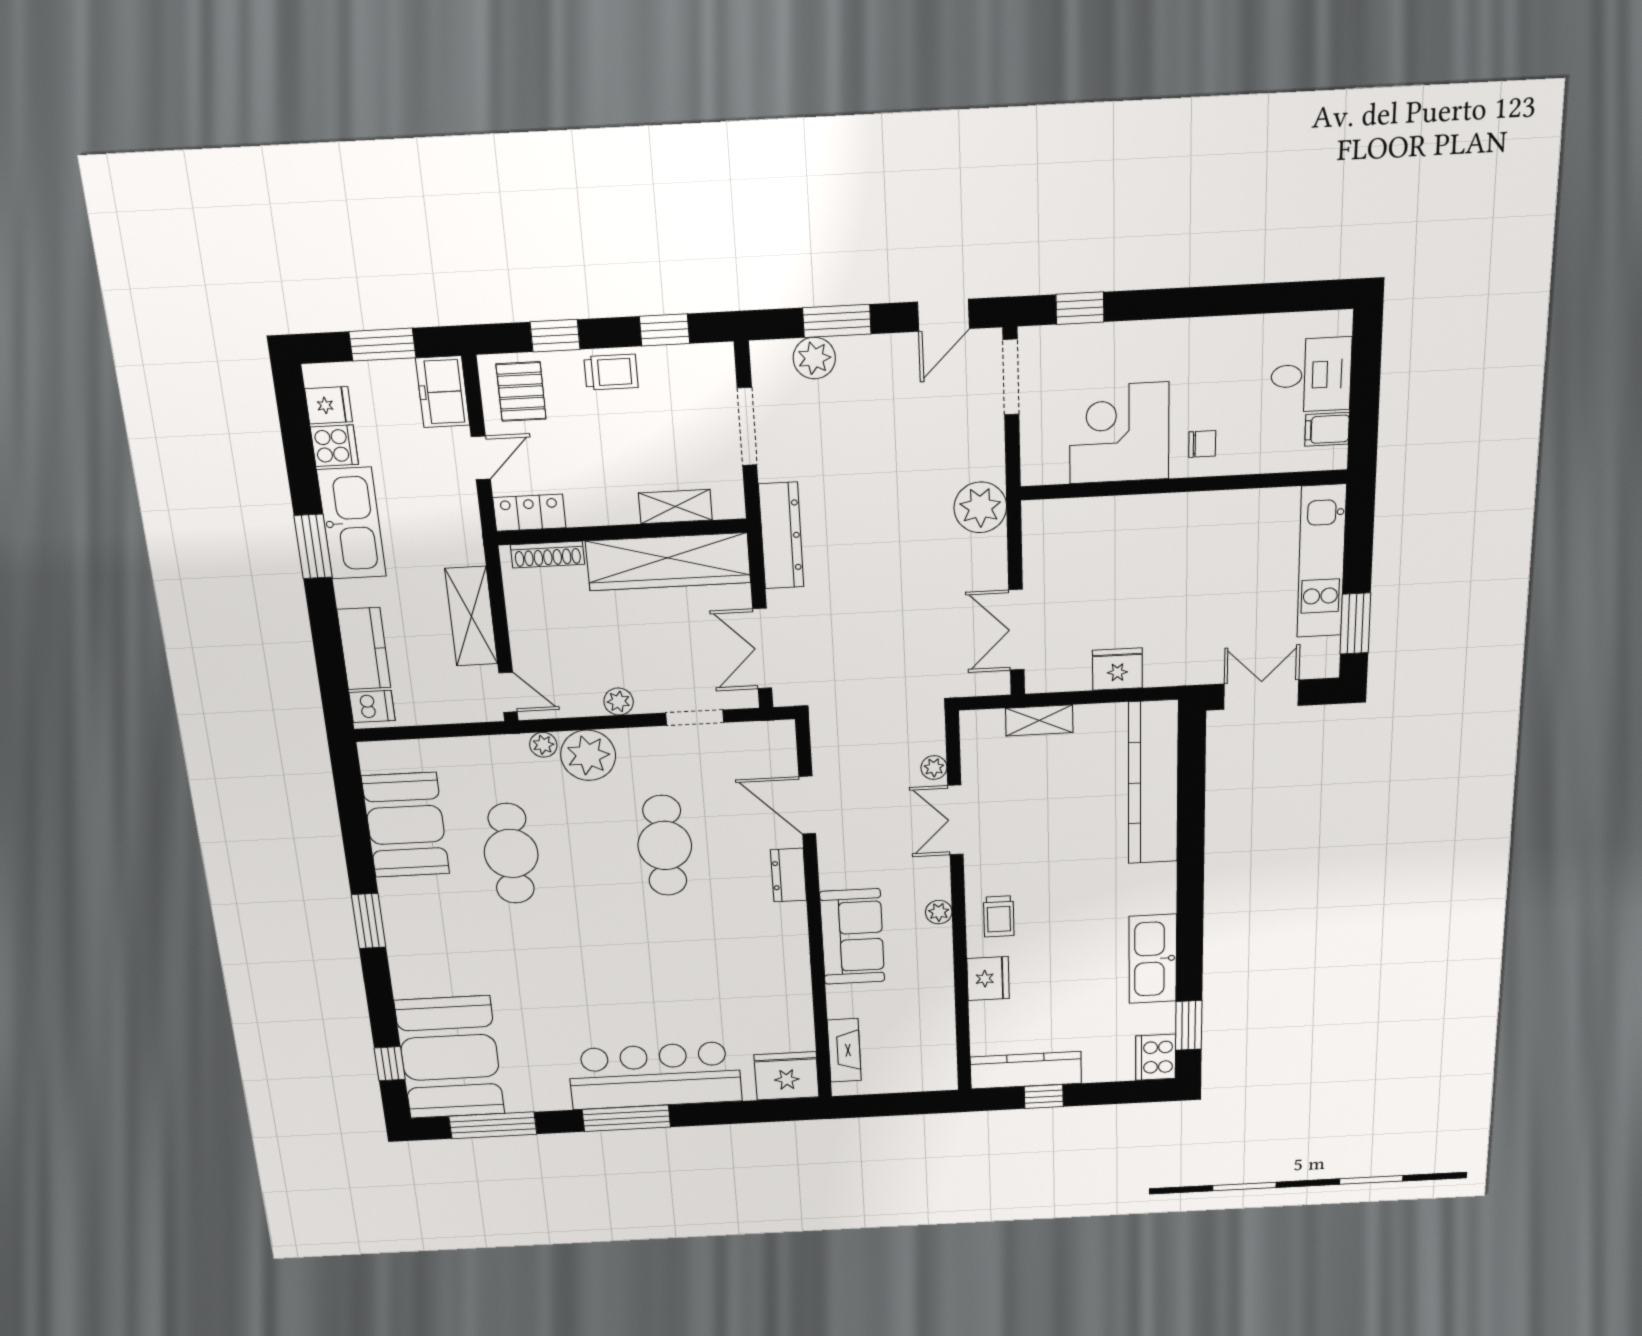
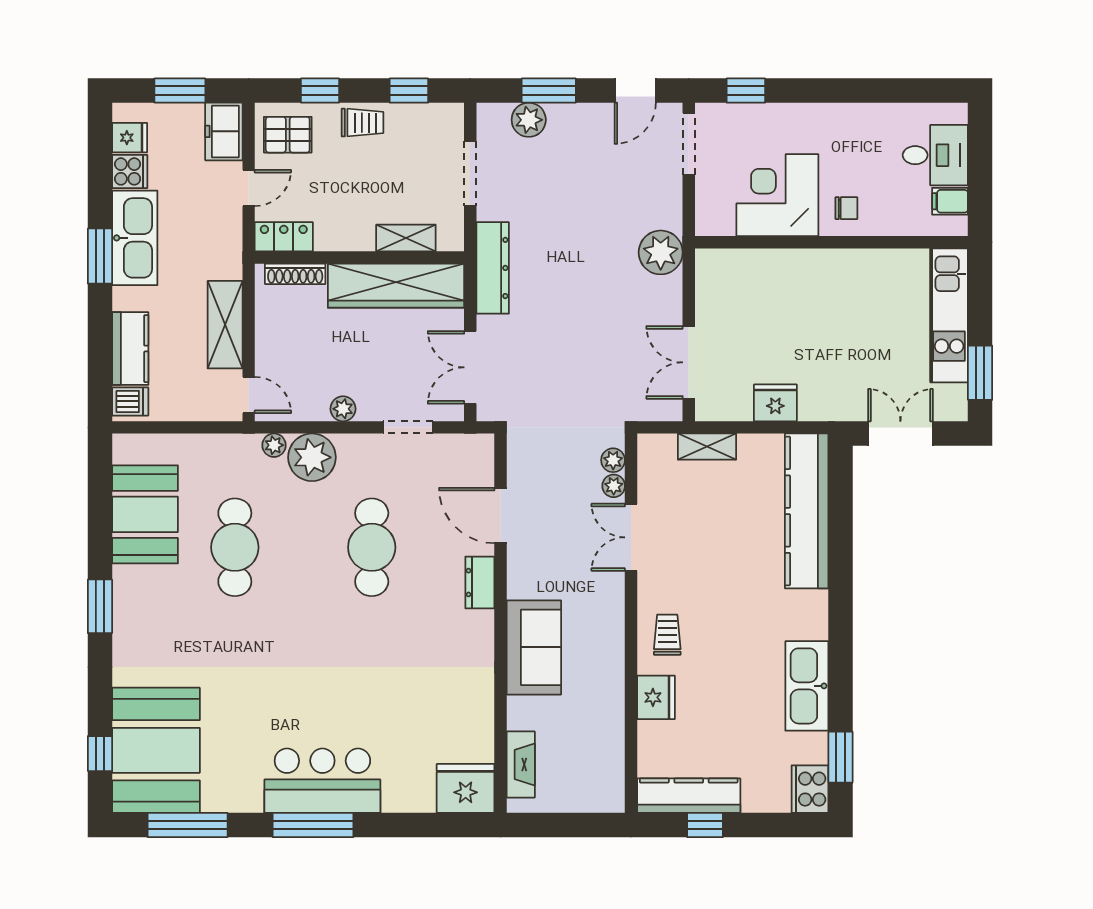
pallet: (521, 392) -> (288, 135), turned 90
plant: (939, 912) -> (613, 460), moved
trolley: (999, 916) -> (667, 635), turned 180
bar counter: (655, 1075) -> (322, 781), width x0.73

